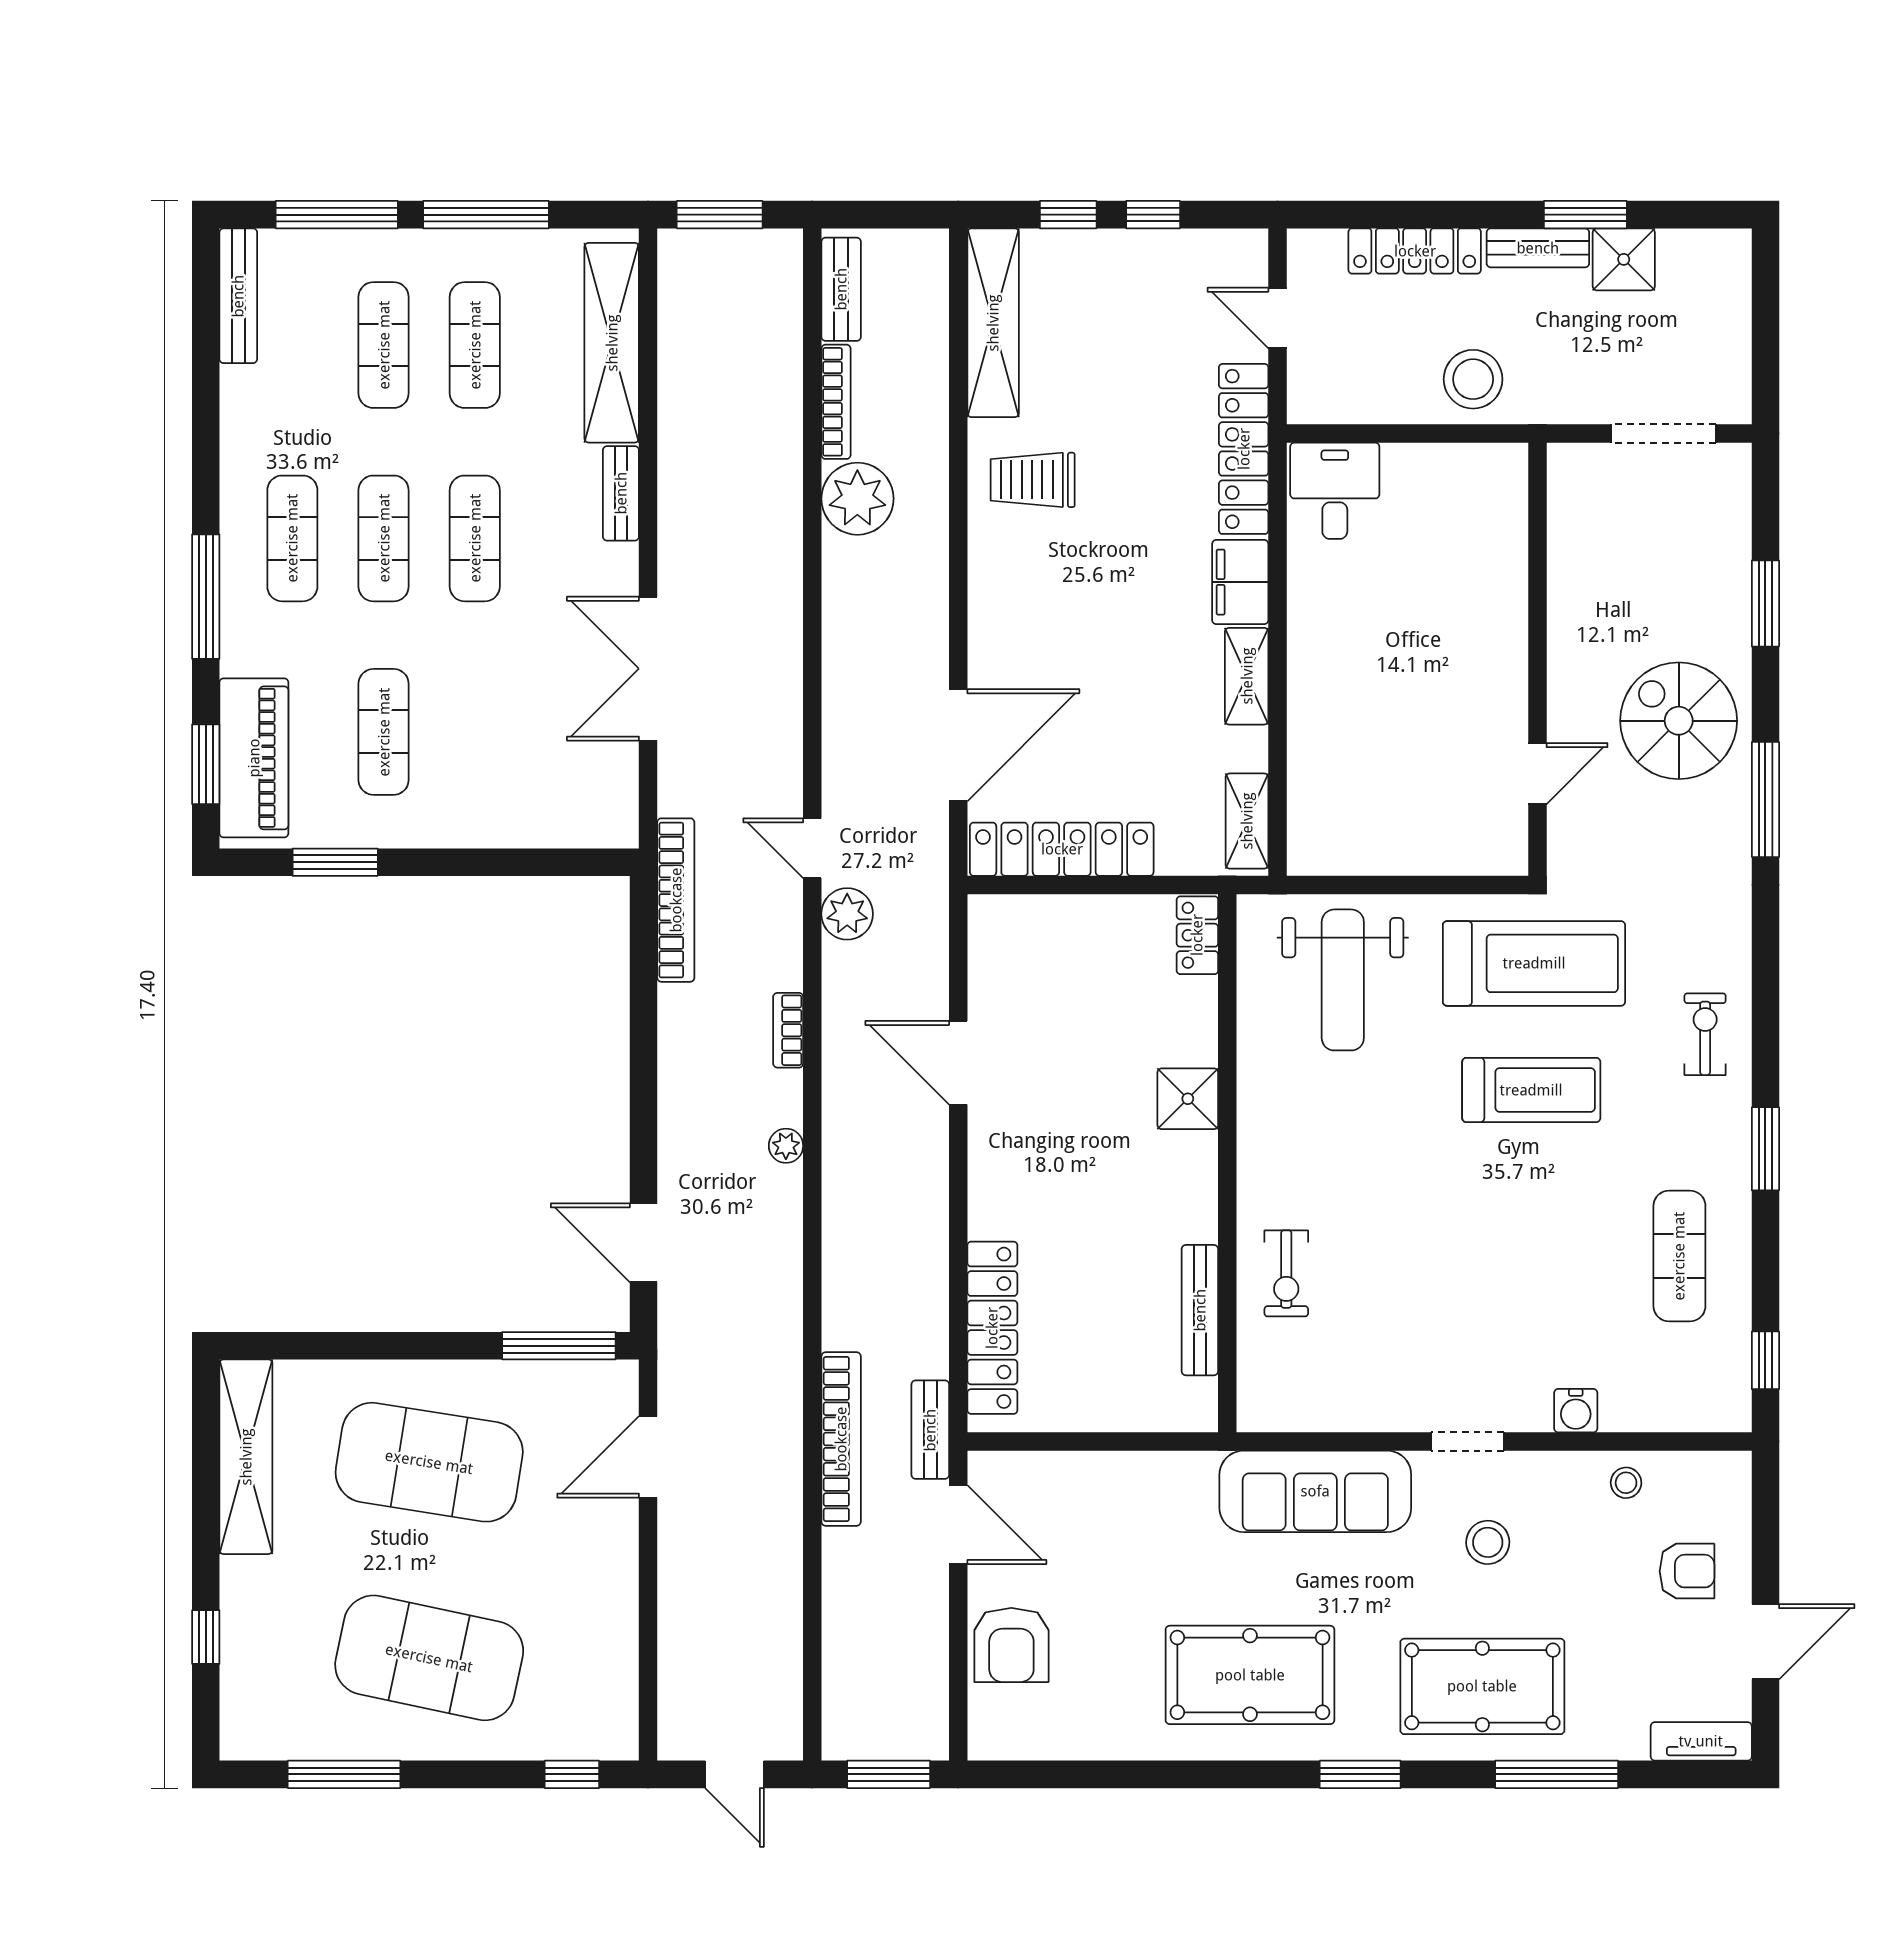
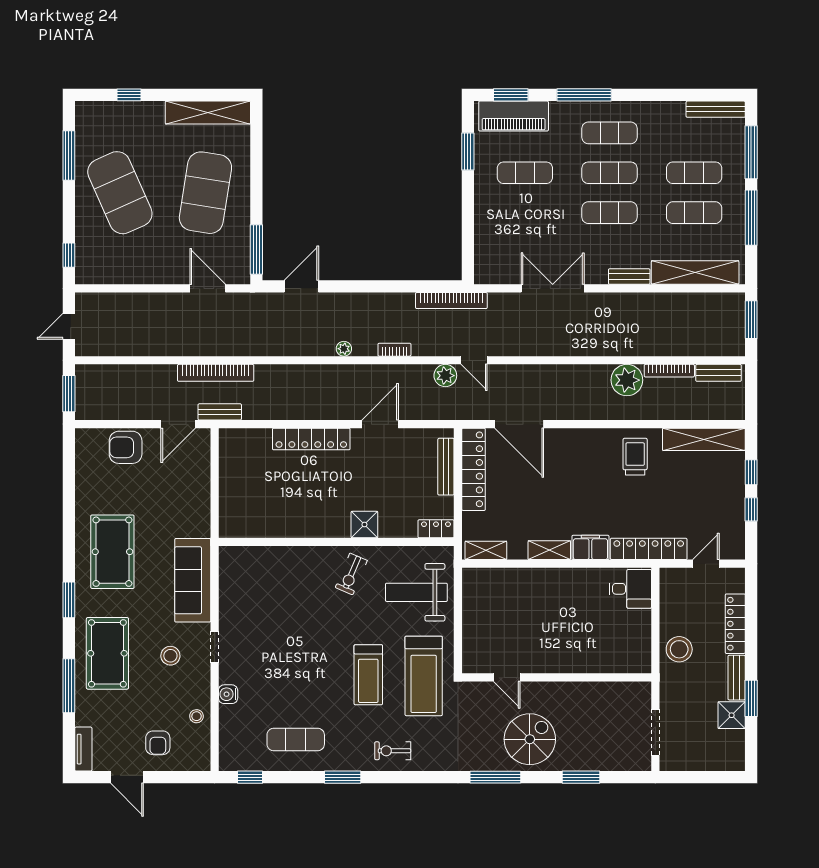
door: (812, 848) -> (474, 360), swing flipped
exercise bike: (1705, 1034) -> (393, 751), turned 180
exercise bike: (1286, 1273) -> (351, 574), moved, turned -67
bench: (1200, 1310) -> (446, 467), moved, turned 90
locker: (992, 1328) -> (311, 439), moved
exercise mat: (429, 1658) -> (120, 193), turned -36

